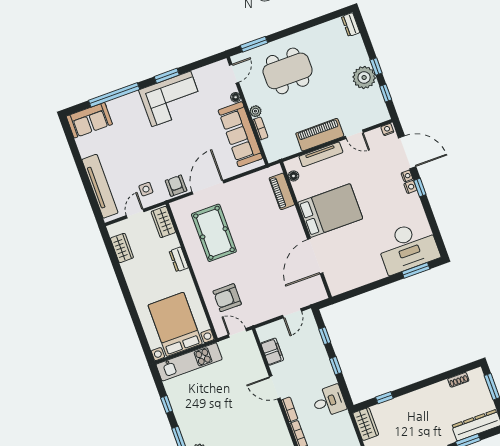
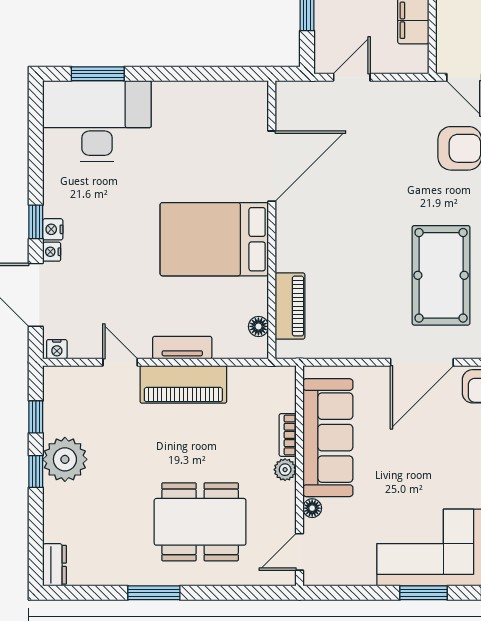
window: (254, 44) -> (154, 593), moved
tv unit: (321, 154) -> (182, 348), width x0.71

